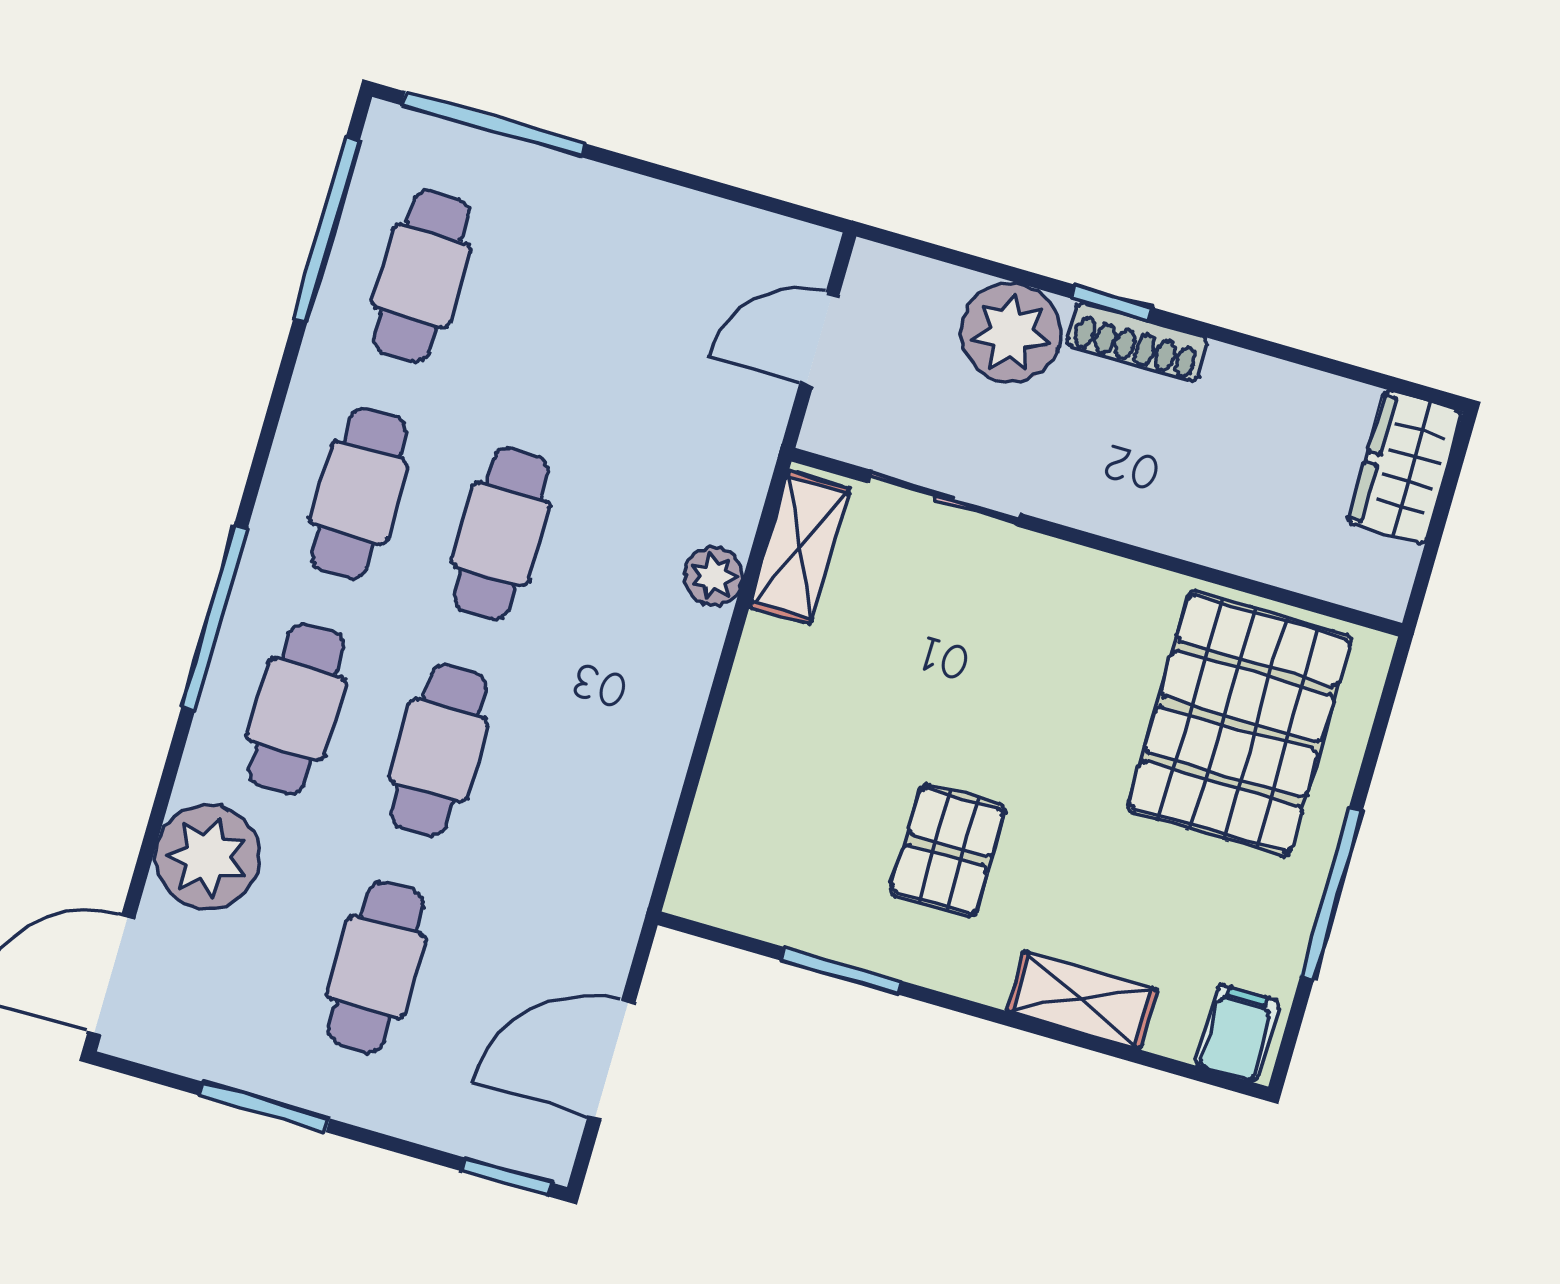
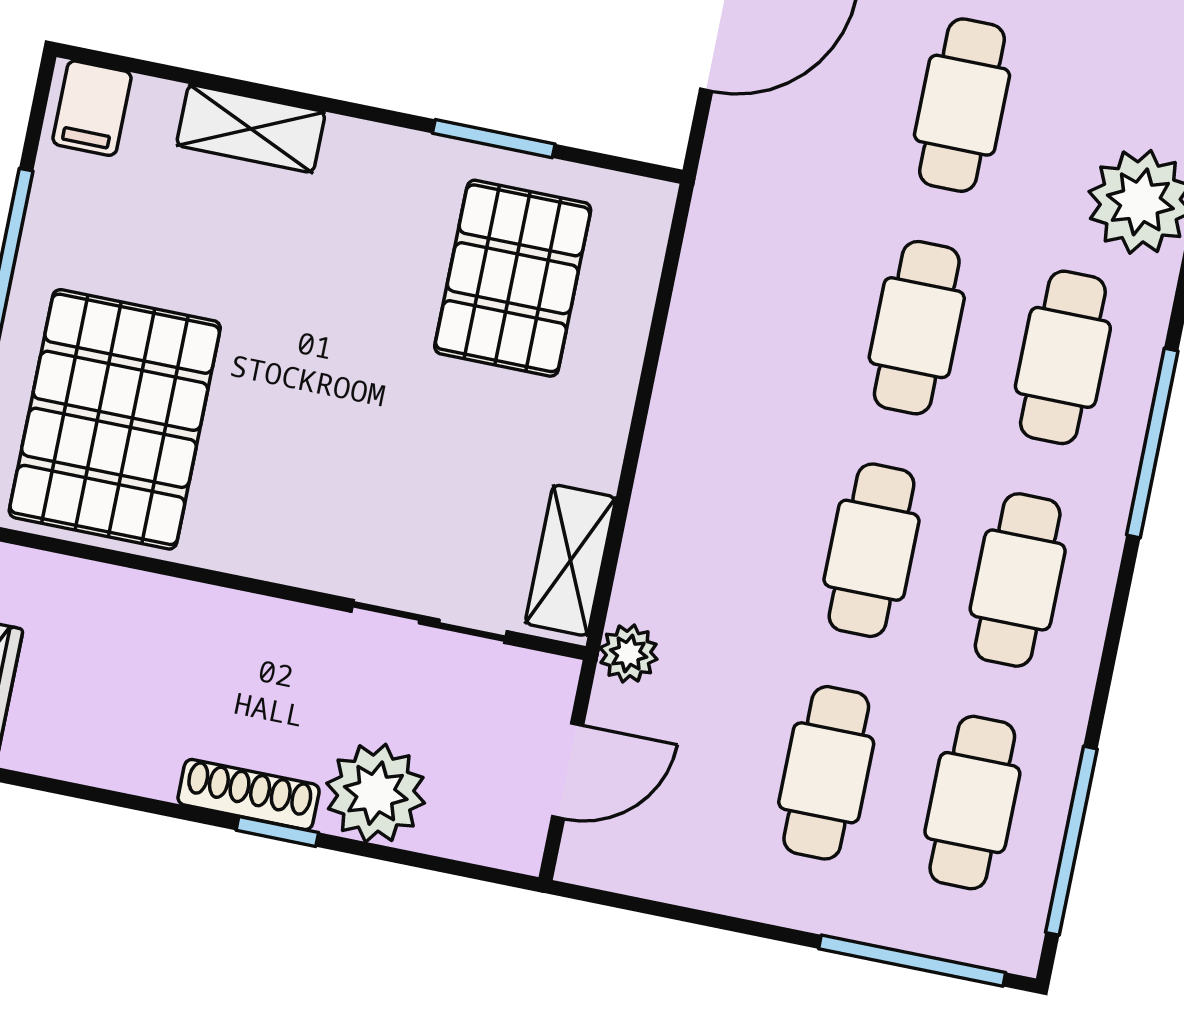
cafe table: (564, 317) -> (826, 773), added
plant: (713, 576) -> (629, 653), moved
pallet: (948, 851) -> (513, 278), moved, width x1.50, depth x1.42

